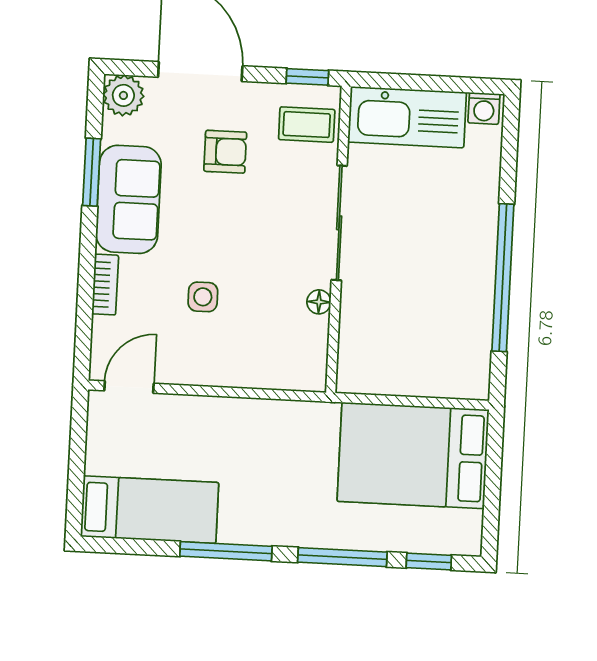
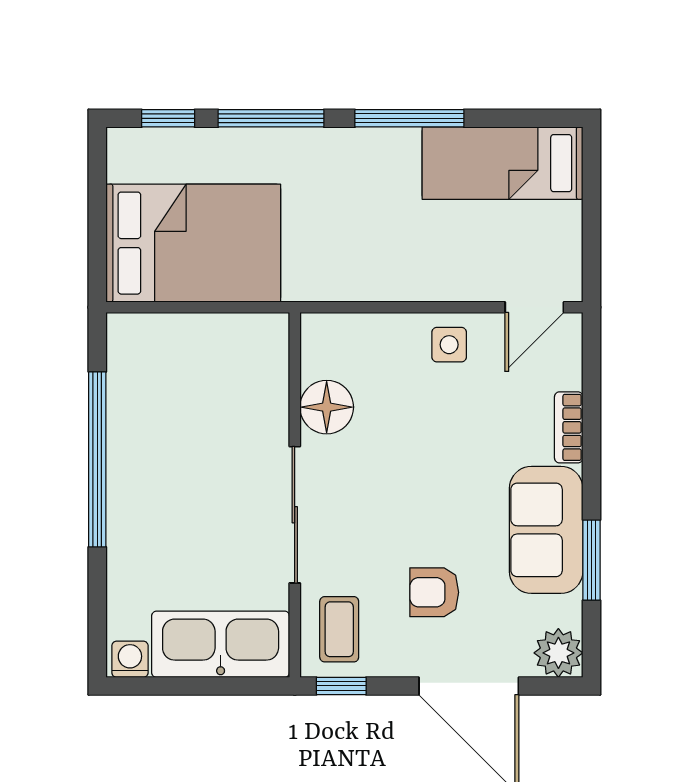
coffee table: (307, 125) -> (339, 629), turned 90
side table: (203, 297) -> (449, 345), moved
floor lamp: (319, 302) -> (327, 407), width x1.89, depth x1.89

